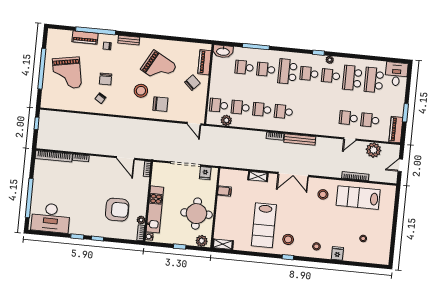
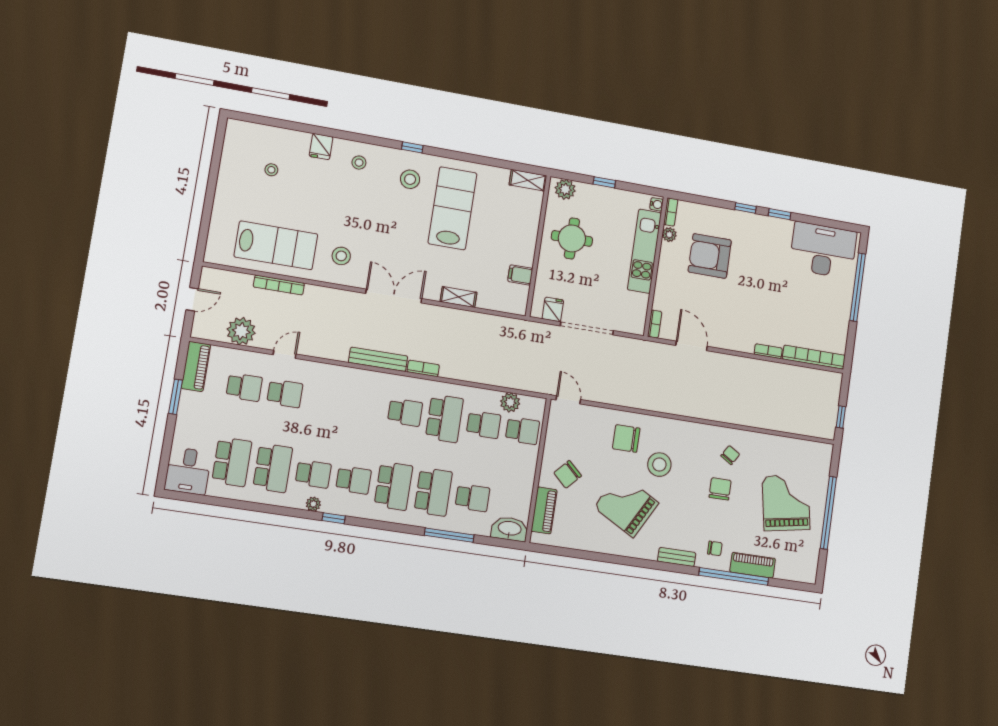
school desk: (266, 69) -> (433, 492), width x1.85
school desk: (262, 109) -> (444, 418), width x1.85
round table: (196, 214) -> (572, 238), width x0.73, depth x0.73

